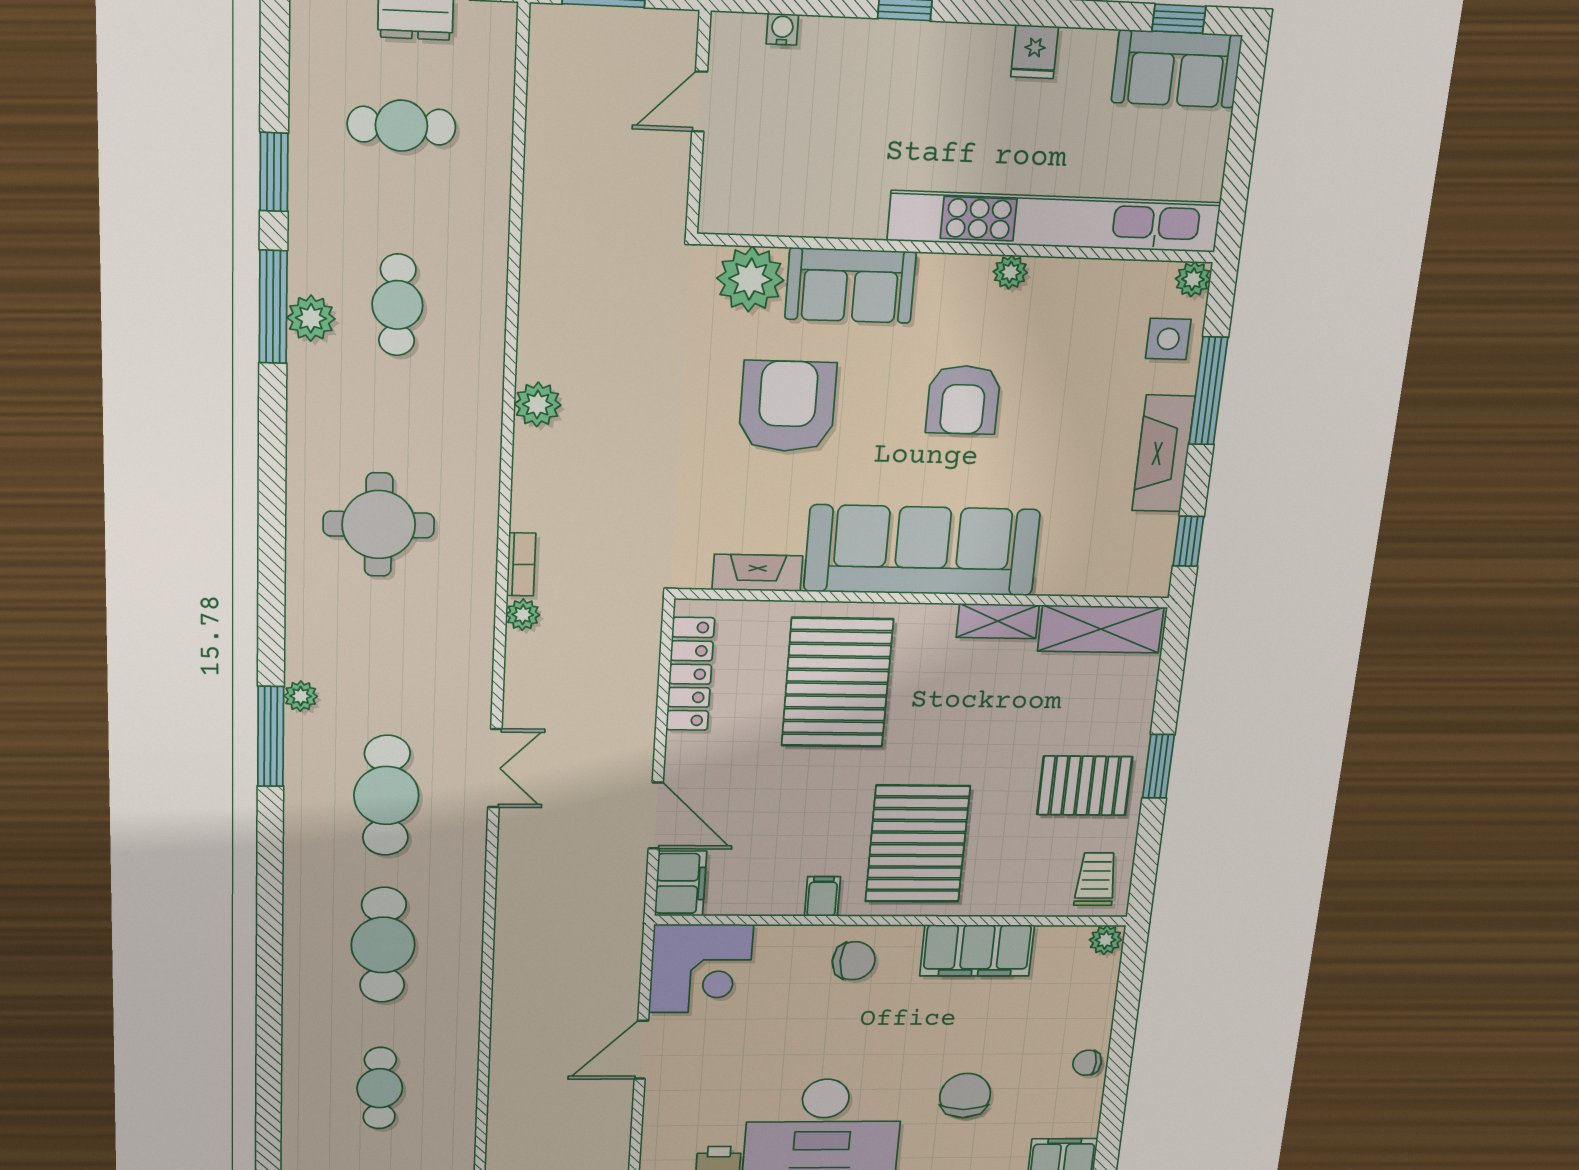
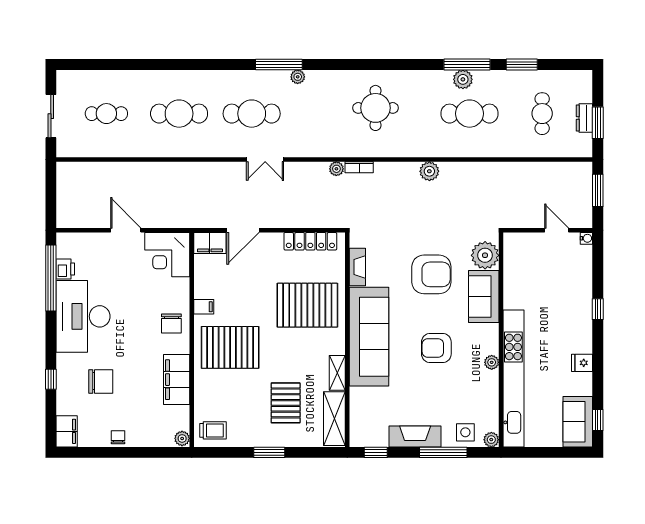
water cooler: (782, 29) -> (586, 238), moved
cafe table: (397, 305) -> (470, 114), width x1.37, depth x1.35
pallet: (1085, 786) -> (286, 403), moved

